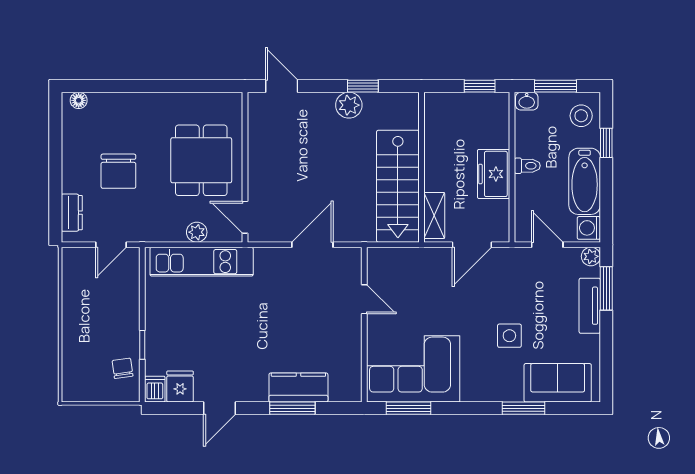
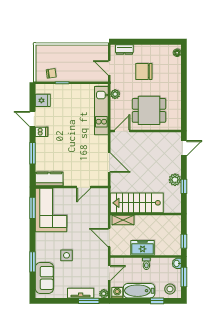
plant: (197, 232) -> (115, 94), moved
kitchen counter: (298, 387) -> (49, 179), moved, turned -90
dishwasher: (155, 389) -> (41, 132), moved

